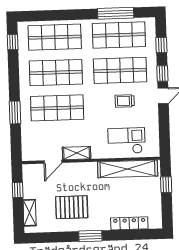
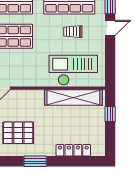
checkout: (126, 141) -> (73, 70), width x1.36, depth x1.21
shelving: (77, 153) -> (25, 81), removed

